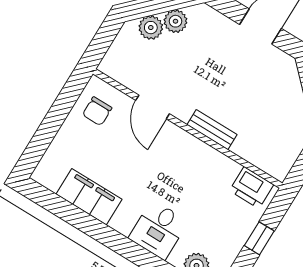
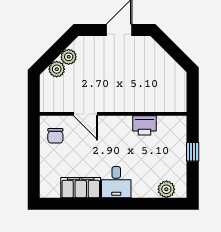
bench: (212, 130) -> (128, 106), removed
printer: (252, 188) -> (145, 125), moved
desk: (158, 230) -> (116, 182), moved

